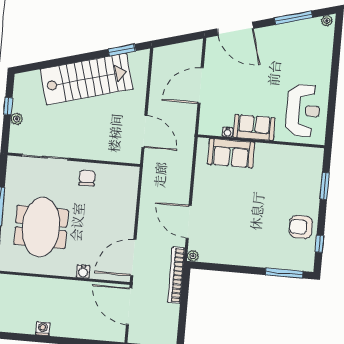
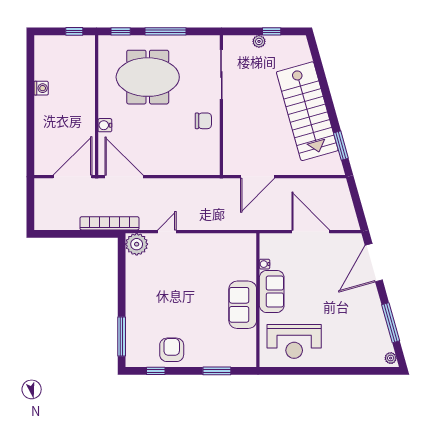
sofa: (231, 153) -> (243, 305), moved
door: (189, 222) -> (167, 232), width x0.53
plant: (193, 256) -> (137, 244), width x1.88, depth x1.88

